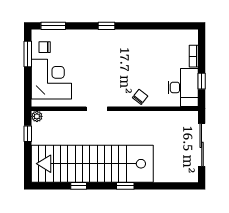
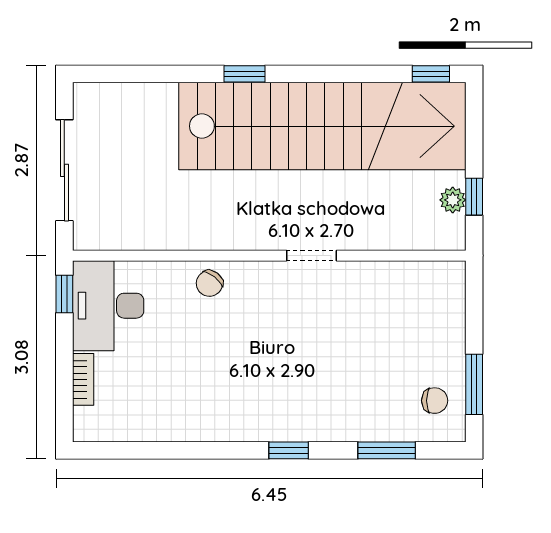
window: (53, 26) -> (387, 450), moved
corner desk: (51, 79) -> (419, 325), removed
window: (202, 81) -> (64, 294), moved
plant: (37, 116) -> (453, 200), moved
window: (79, 186) -> (431, 74), moved

